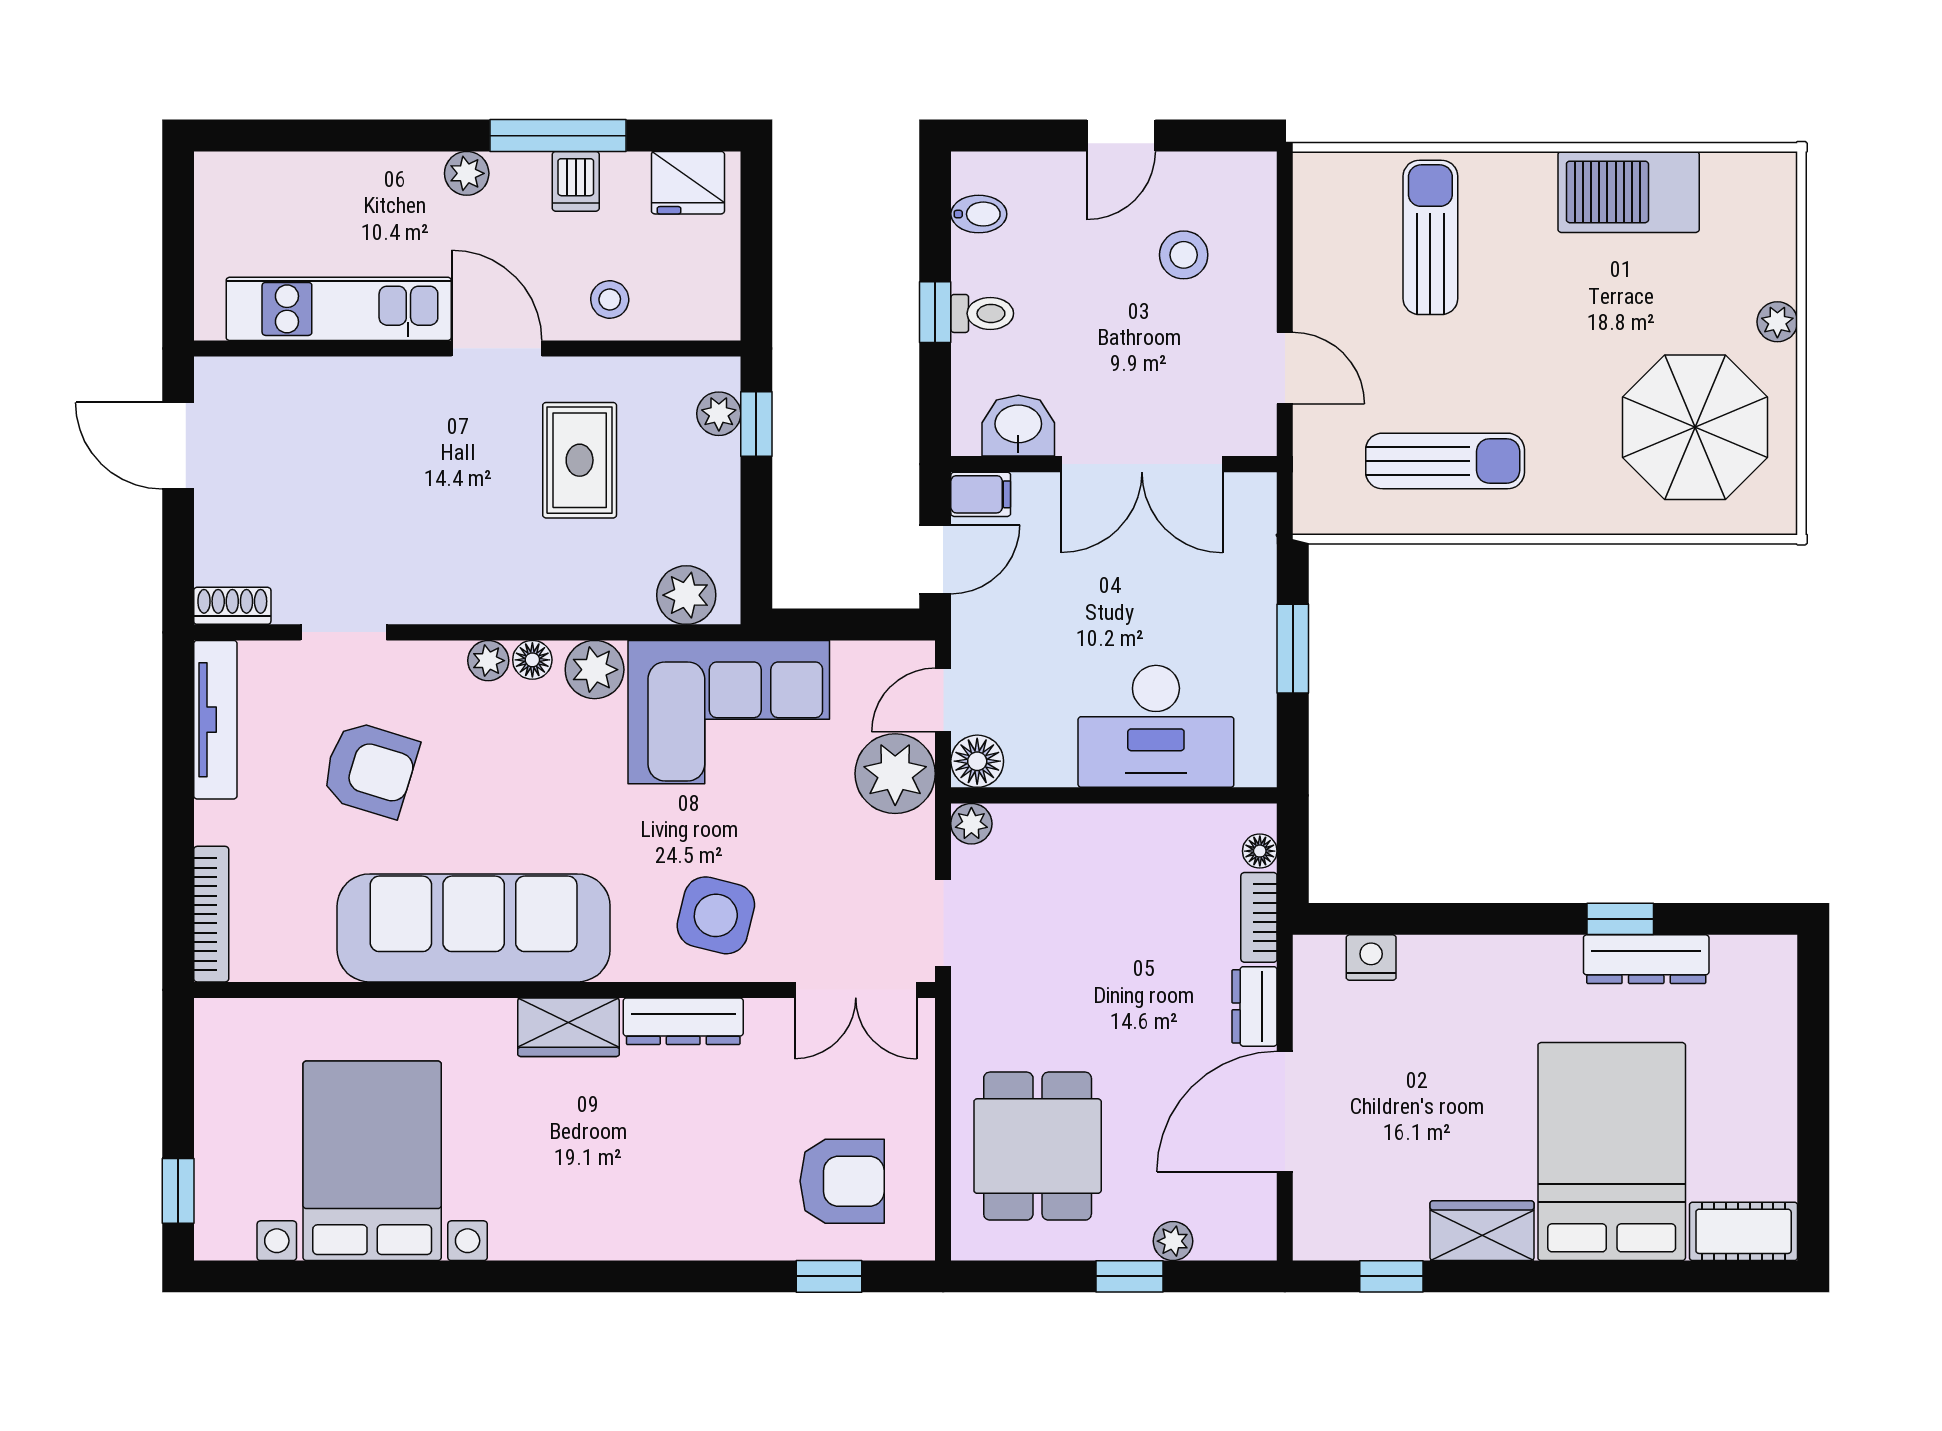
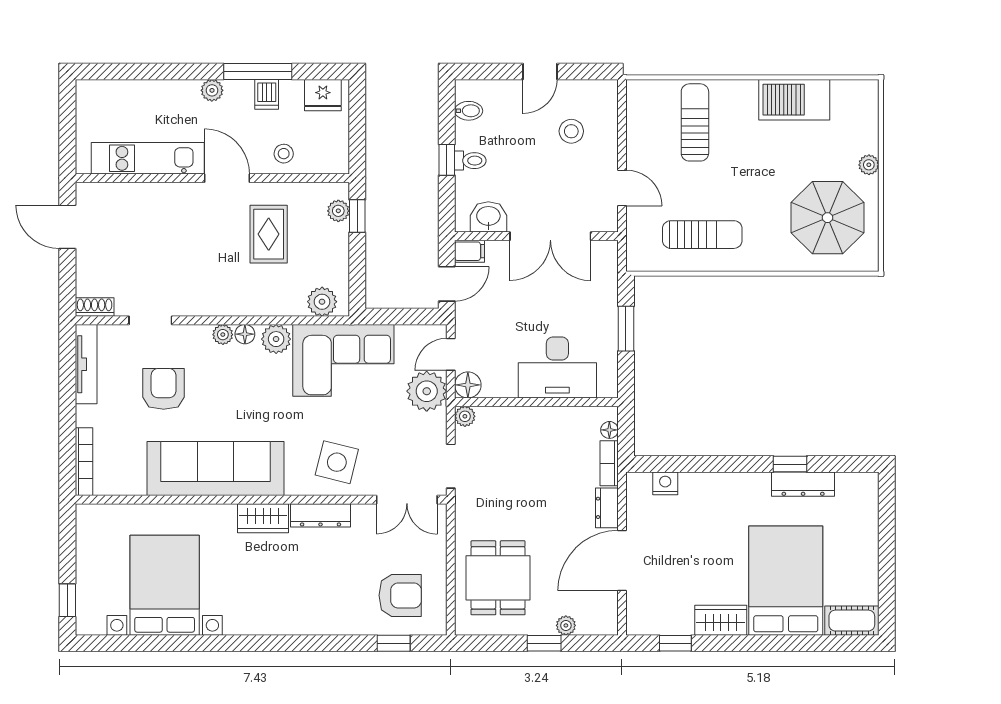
armchair: (370, 769) -> (164, 389), turned -107

